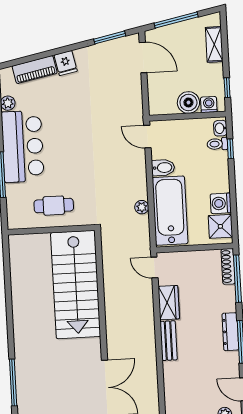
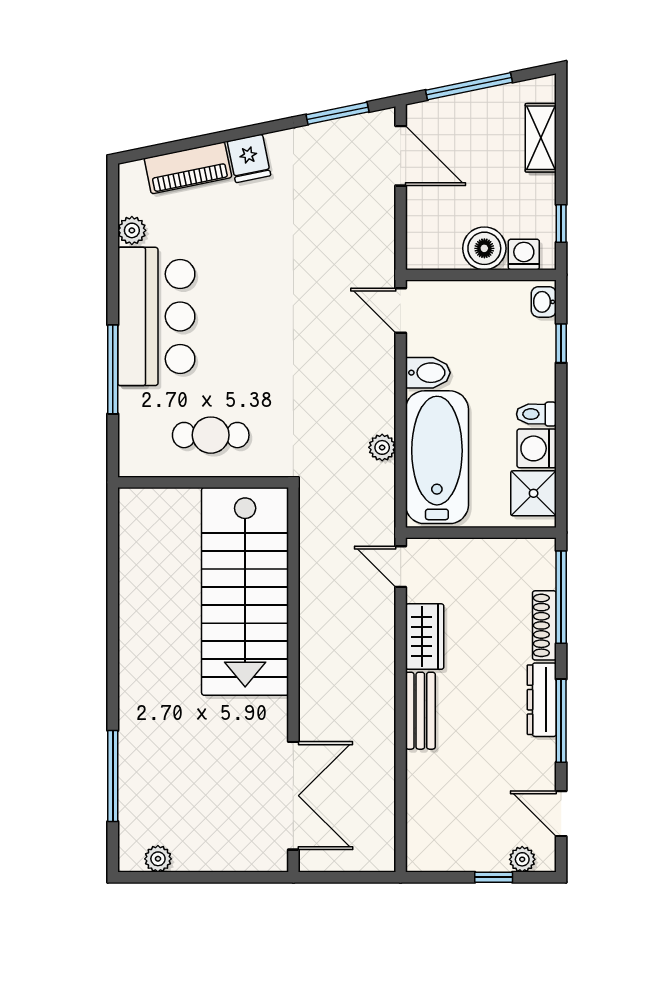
toilet: (217, 144) -> (536, 414), moved
shoe rack: (228, 266) -> (544, 625), moved

